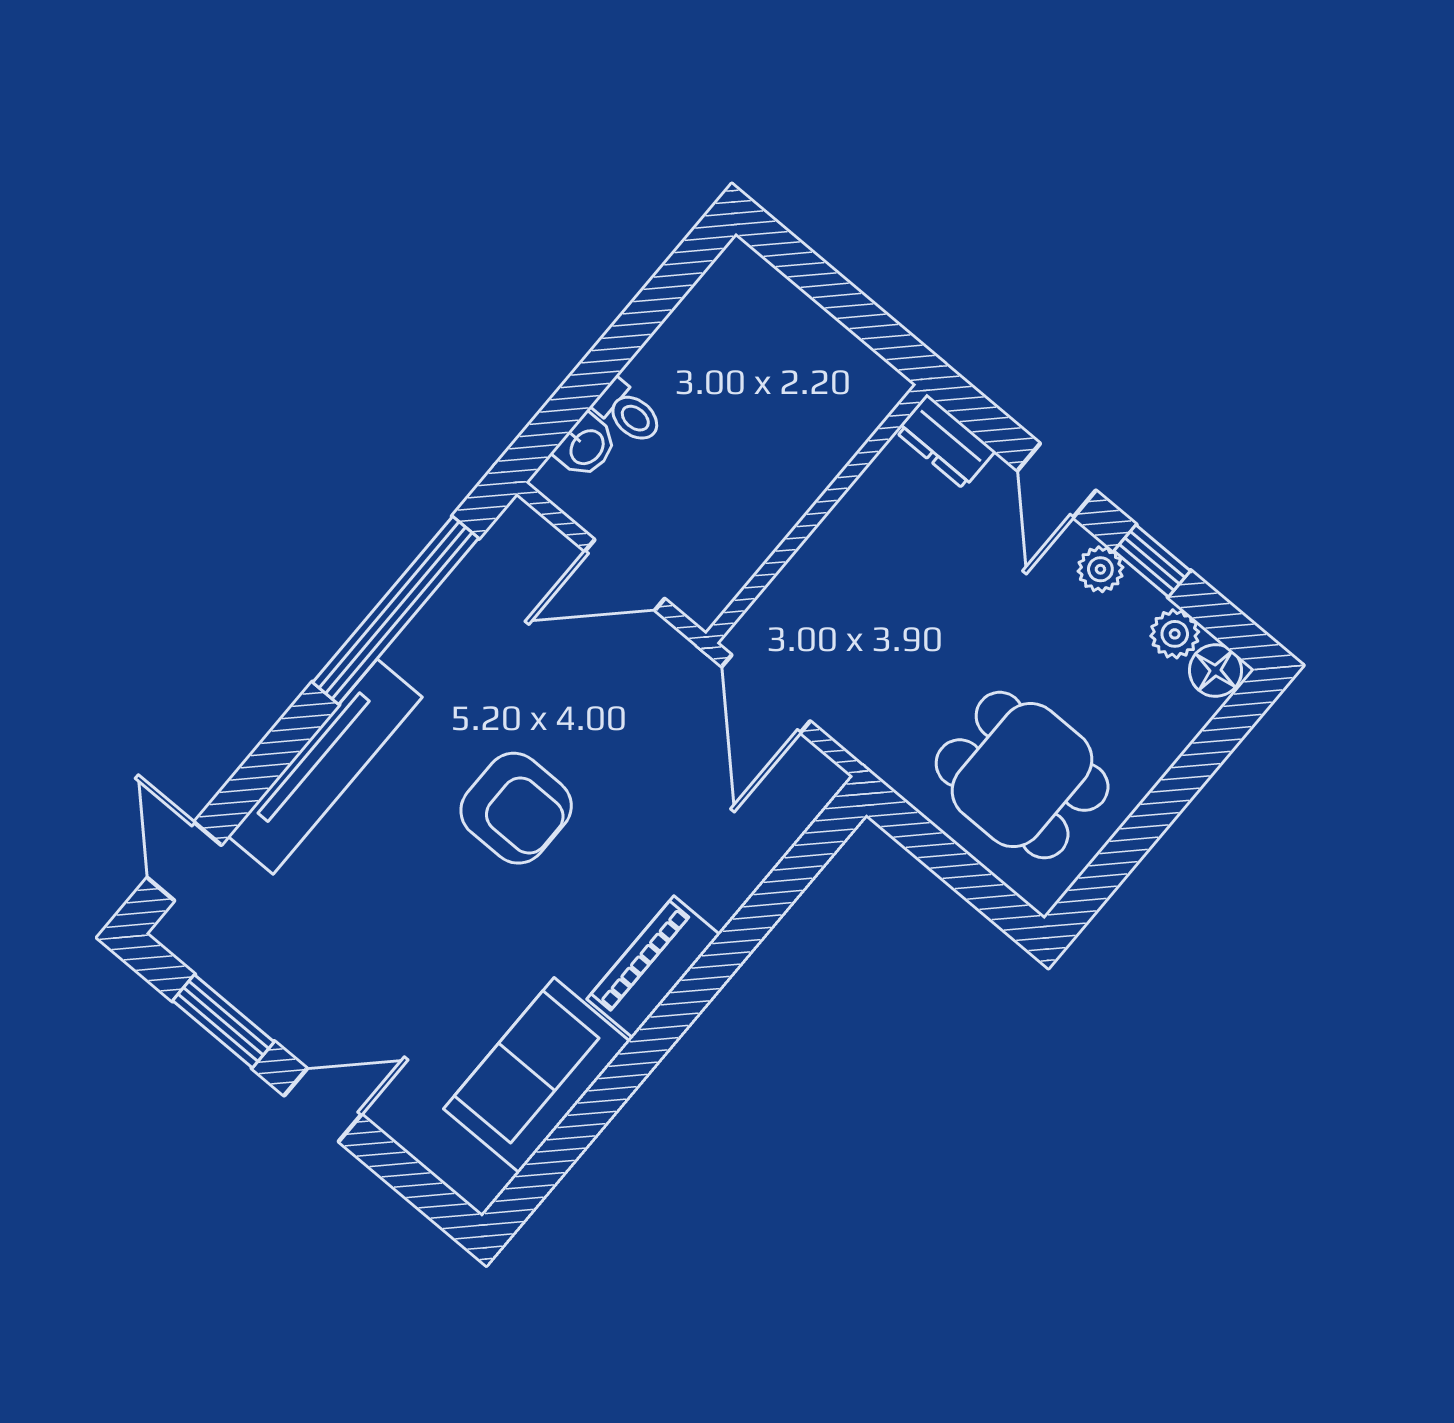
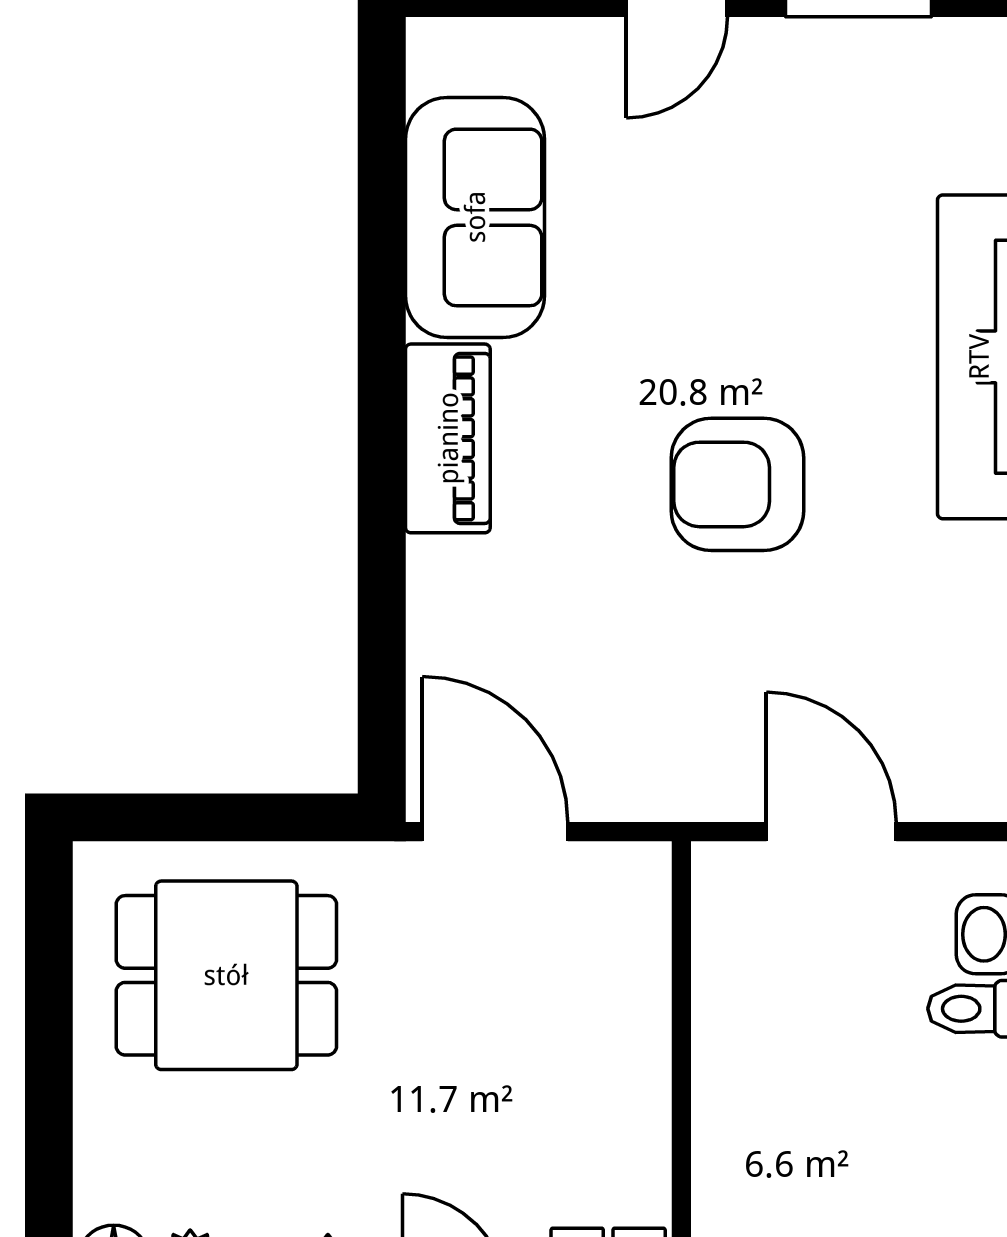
door: (625, 575) -> (831, 832), hinge flipped
door: (766, 694) -> (495, 832), moved

